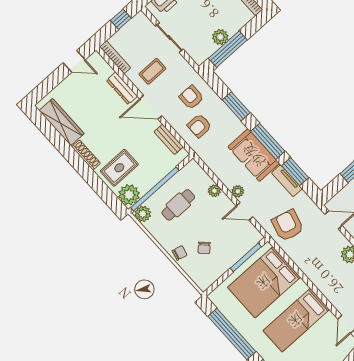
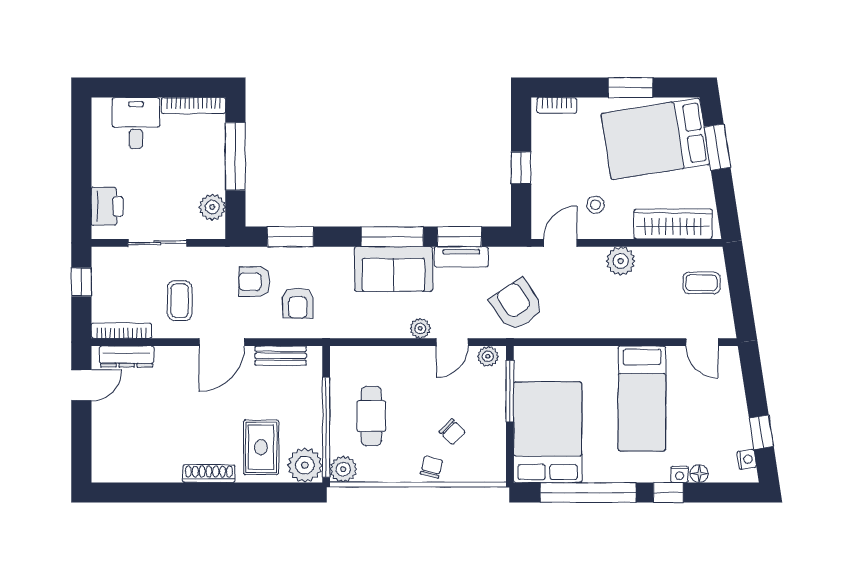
plant: (220, 37) -> (212, 207), moved
window: (228, 49) -> (235, 156), moved
dresser: (122, 88) -> (127, 357), moved
window: (236, 106) -> (290, 237), moved
wardrobe: (62, 122) -> (142, 468), removed
plant: (214, 191) -> (488, 356), moved
armchair: (288, 225) -> (517, 305), turned 41
bed: (264, 282) -> (548, 432), moved, turned 180

